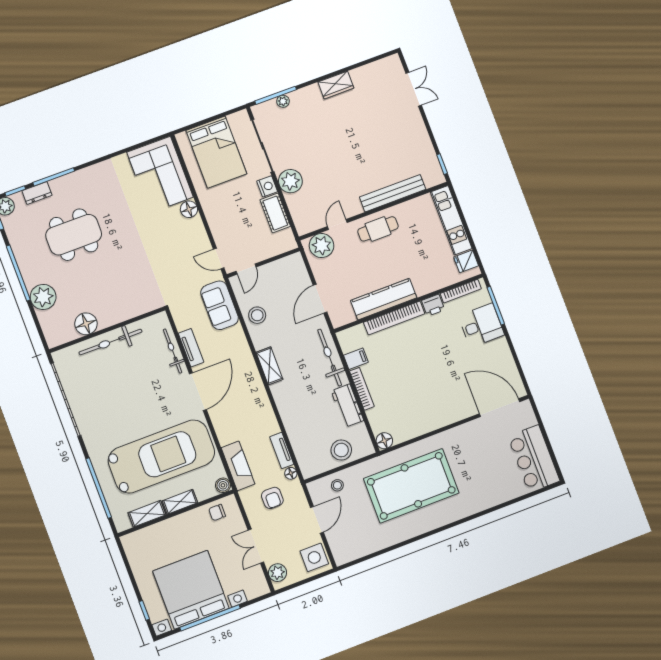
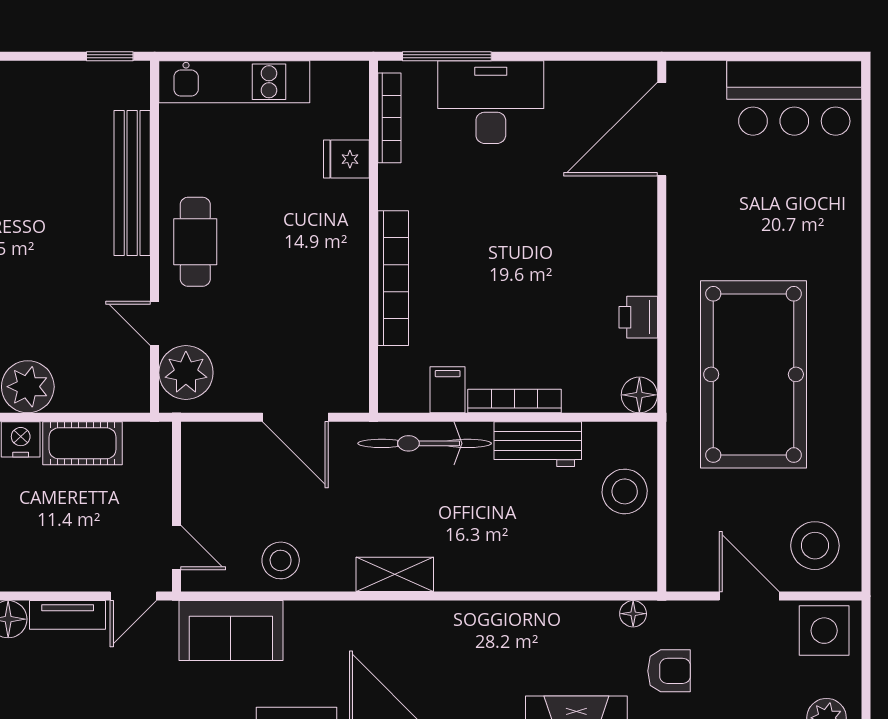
fridge: (466, 261) -> (346, 159), moved, turned 90
kitchen counter: (384, 299) -> (346, 285), removed
printer: (433, 305) -> (638, 317), moved, turned 180
desk: (481, 325) -> (491, 102), width x1.37
tv unit: (282, 451) -> (68, 615), moved
stool: (337, 485) -> (815, 546), moved, width x1.89, depth x1.89

